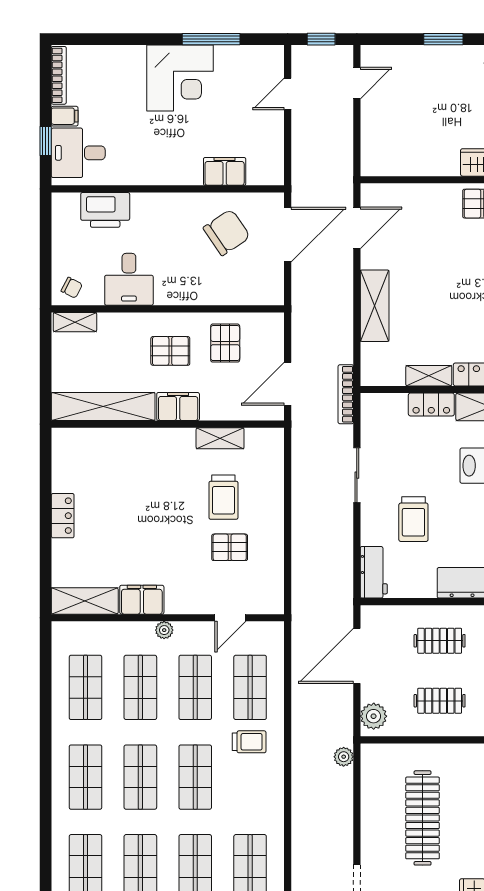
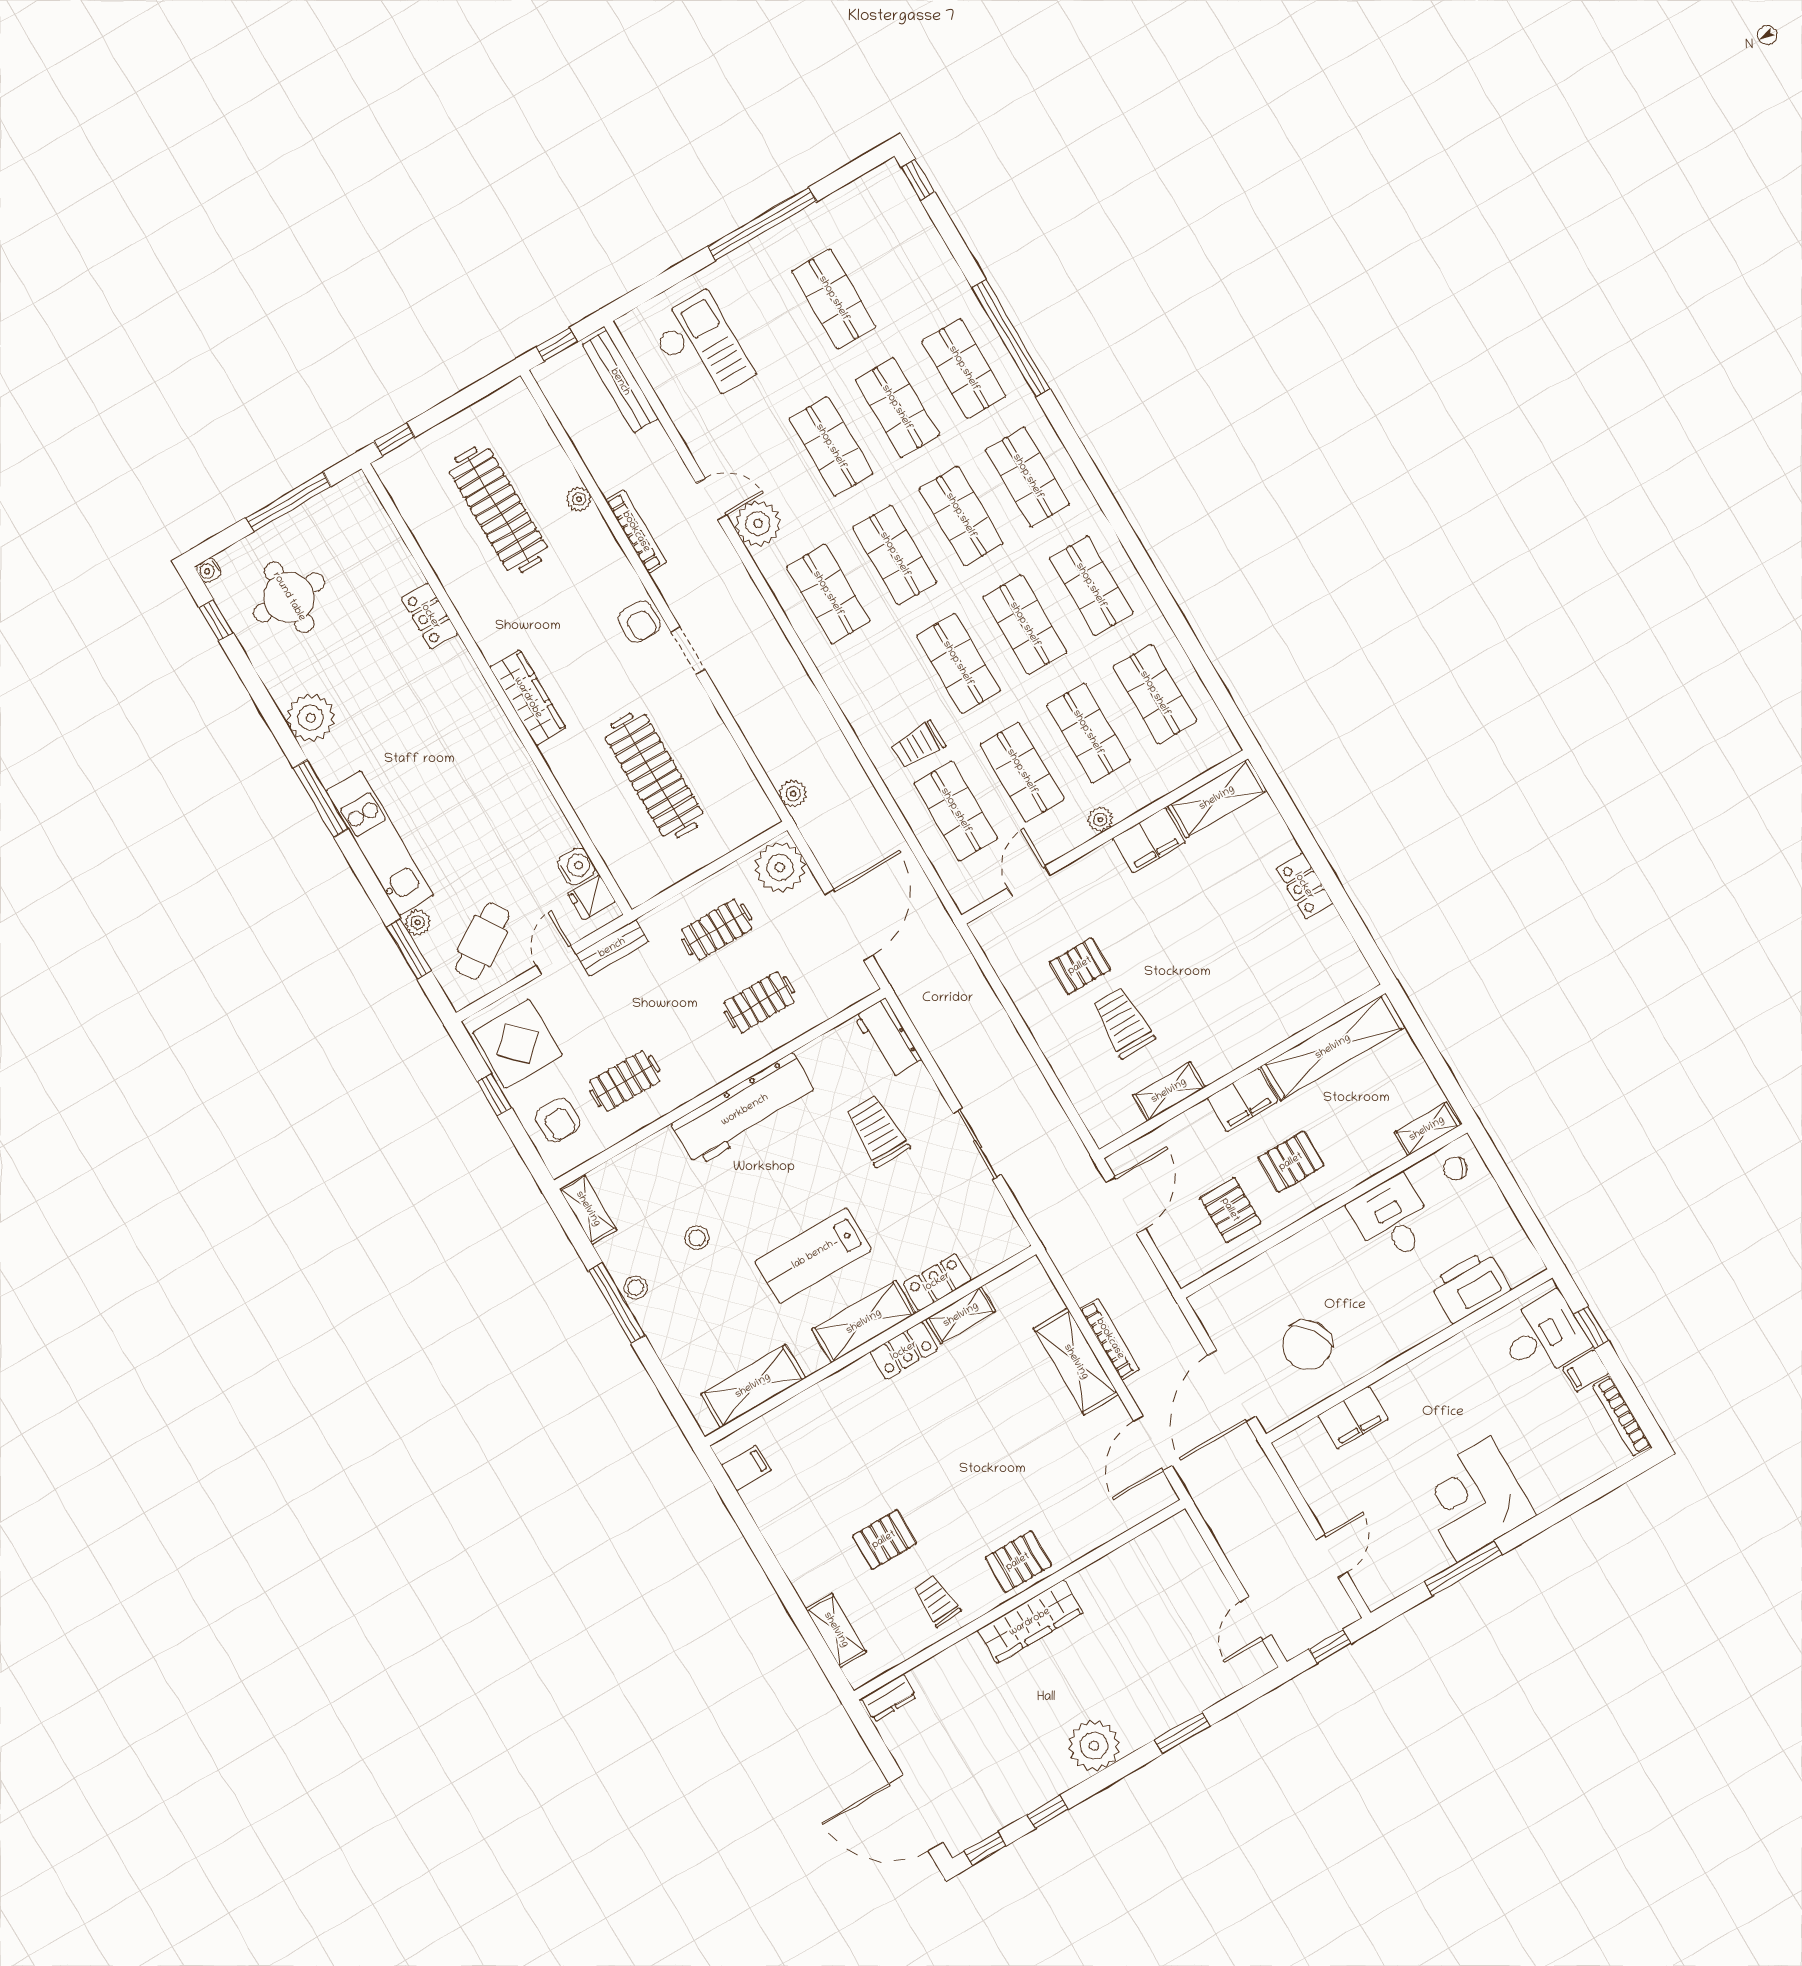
bookcase: (346, 394) -> (1110, 1339), moved
plant: (374, 716) -> (780, 867), width x1.36, depth x1.36

